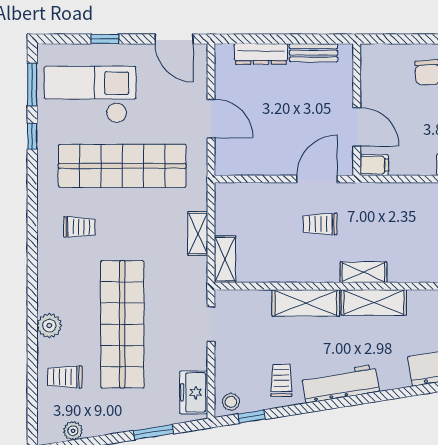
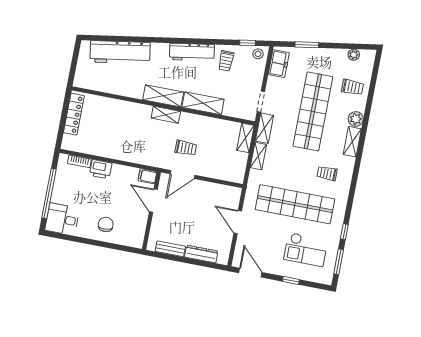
checkout: (90, 95) -> (306, 250), width x0.73, depth x0.83
shelving: (197, 281) -> (264, 128), added
shelving: (48, 287) -> (352, 142), added

